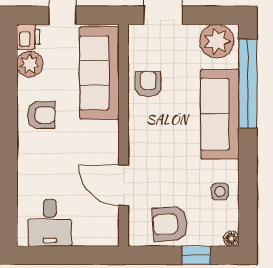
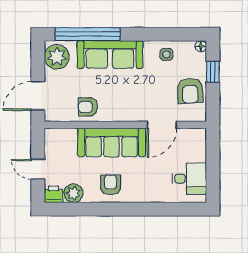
sofa: (99, 73) -> (112, 142), moved

